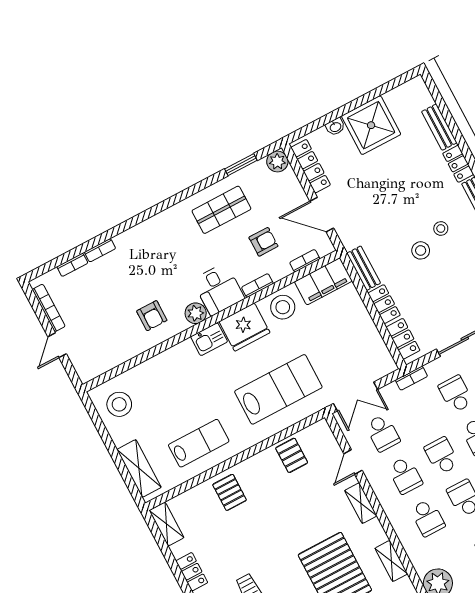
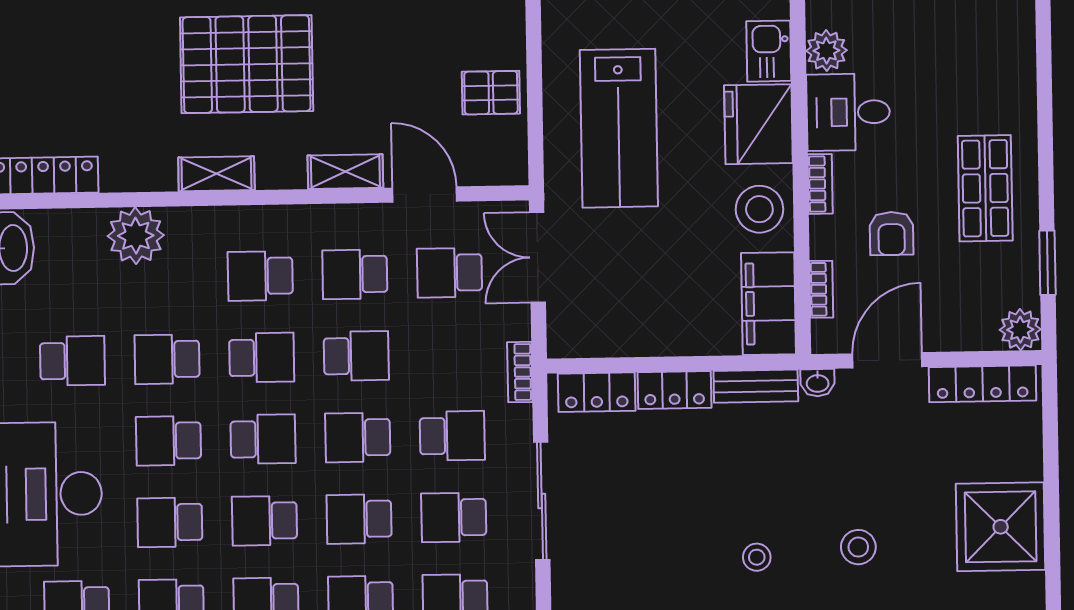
washbasin: (335, 127) -> (818, 383), moved, turned -90
stool: (421, 250) -> (858, 547), moved
door: (353, 462) -> (425, 195), width x1.38

